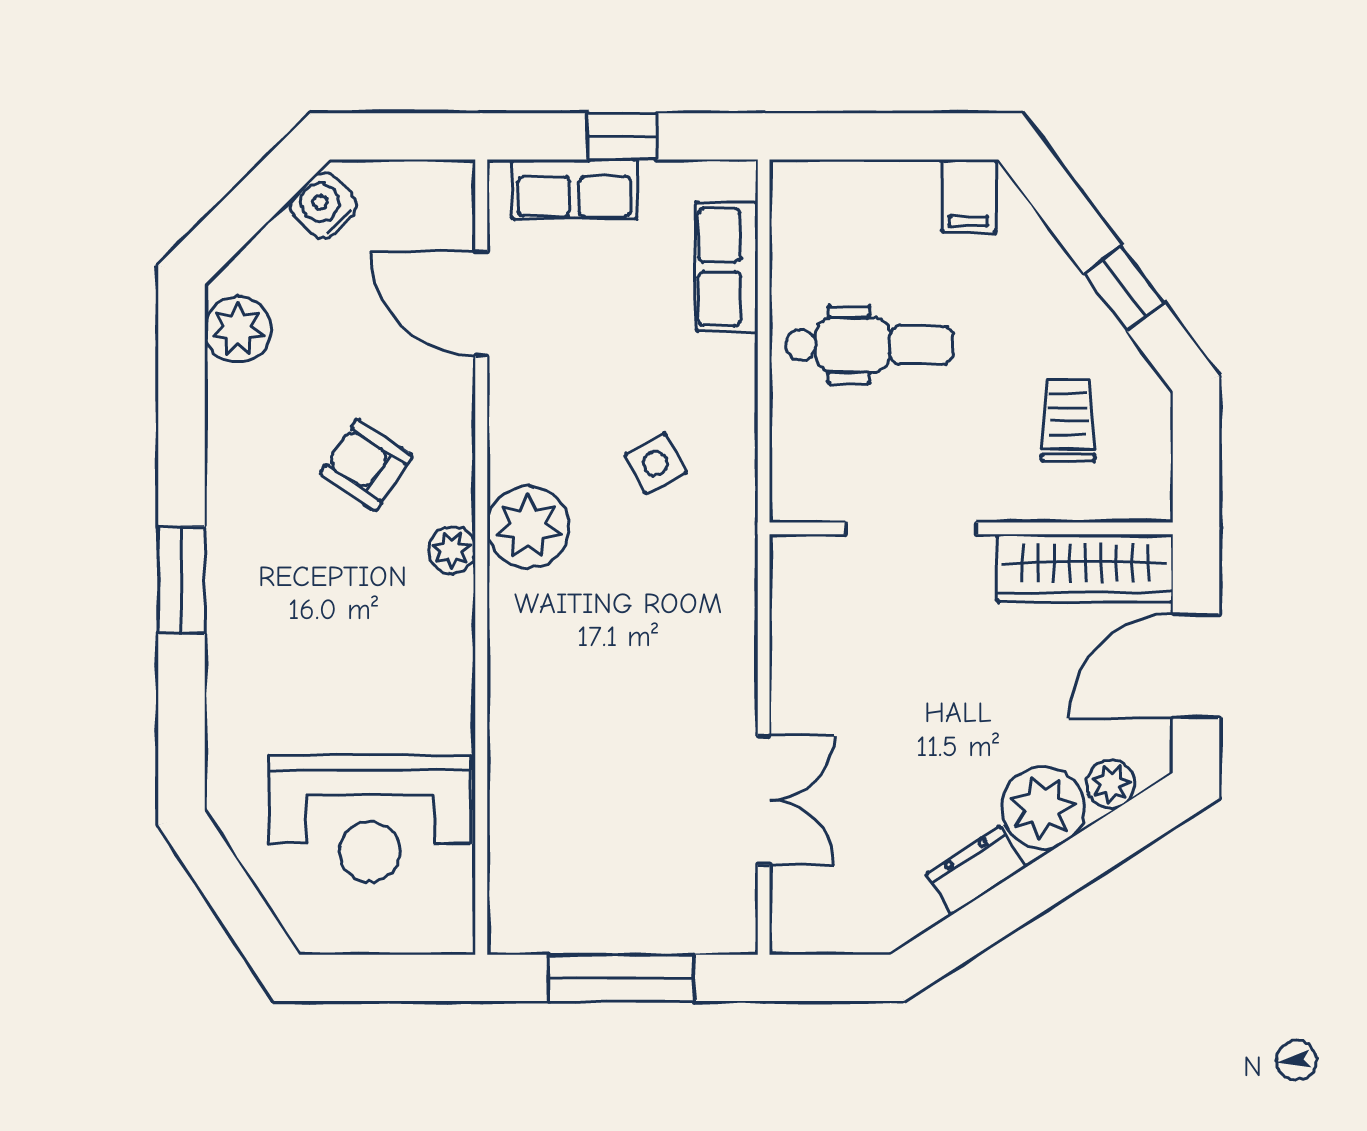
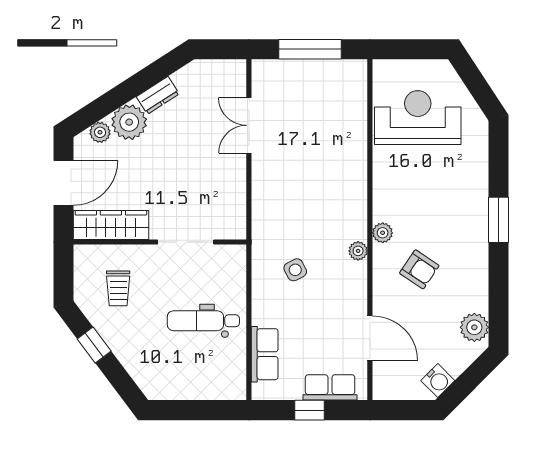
filing cabinet: (968, 196) -> (161, 385), removed
plant: (528, 527) -> (358, 251), width x0.53, depth x0.53

